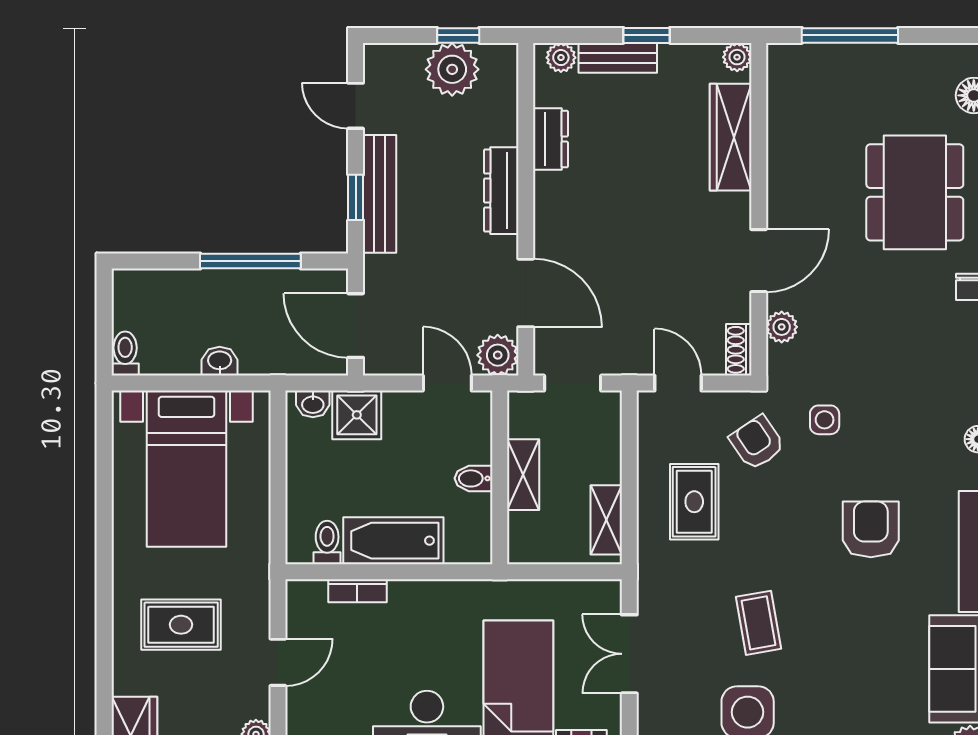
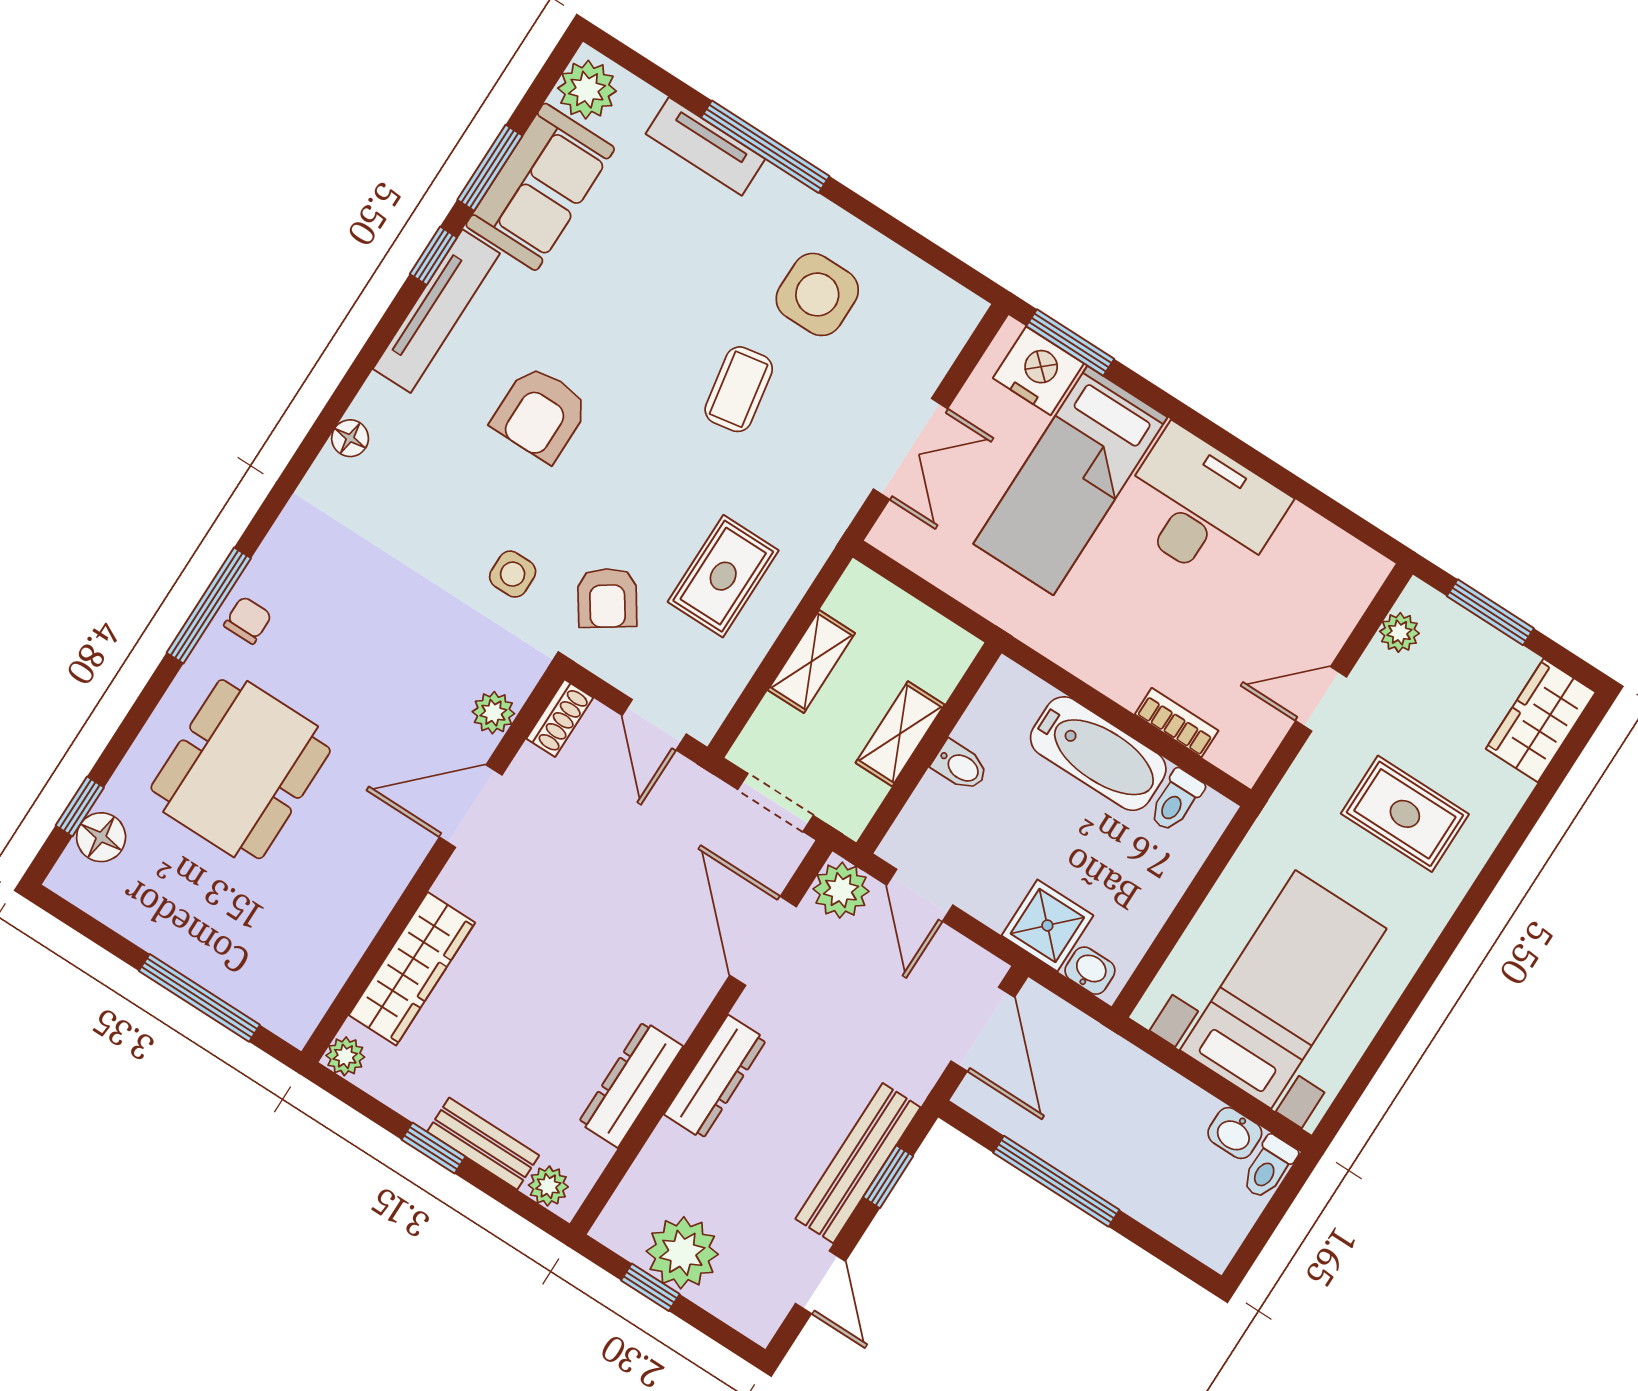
dresser: (550, 139) -> (631, 1084), width x1.44
washbasin: (220, 361) -> (1235, 1133), moved
shelving: (606, 520) -> (811, 662), moved

